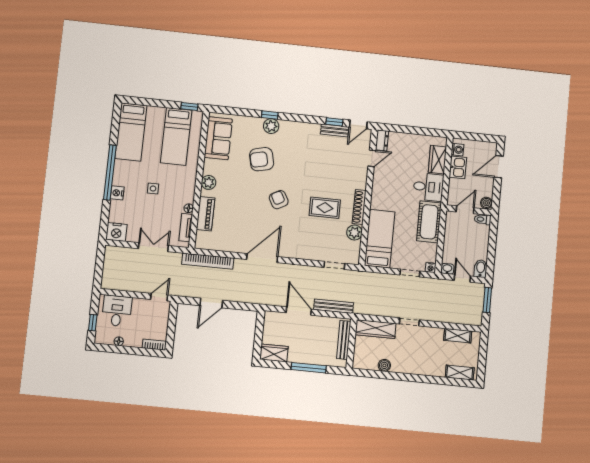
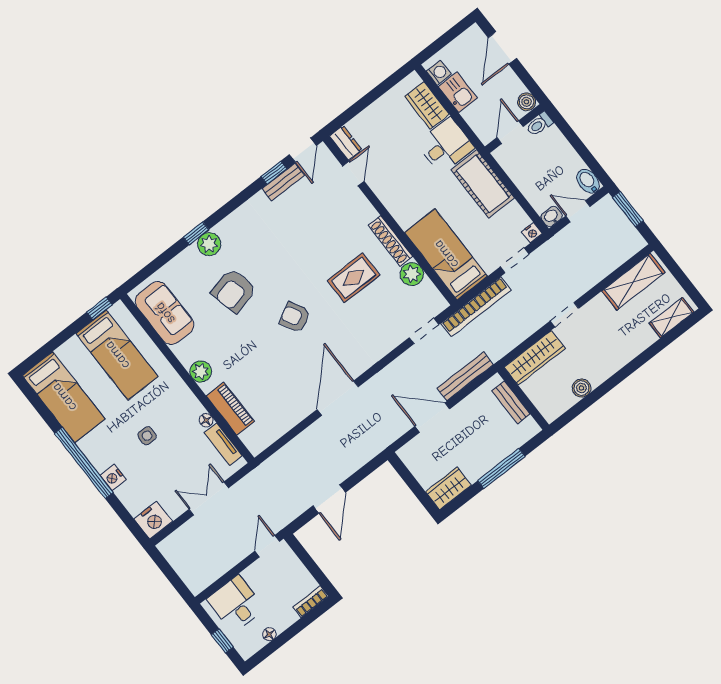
bookcase: (208, 261) -> (476, 307), moved
shelving: (458, 336) -> (633, 282), width x1.50, depth x1.33
bench: (344, 340) -> (511, 402), width x0.73

